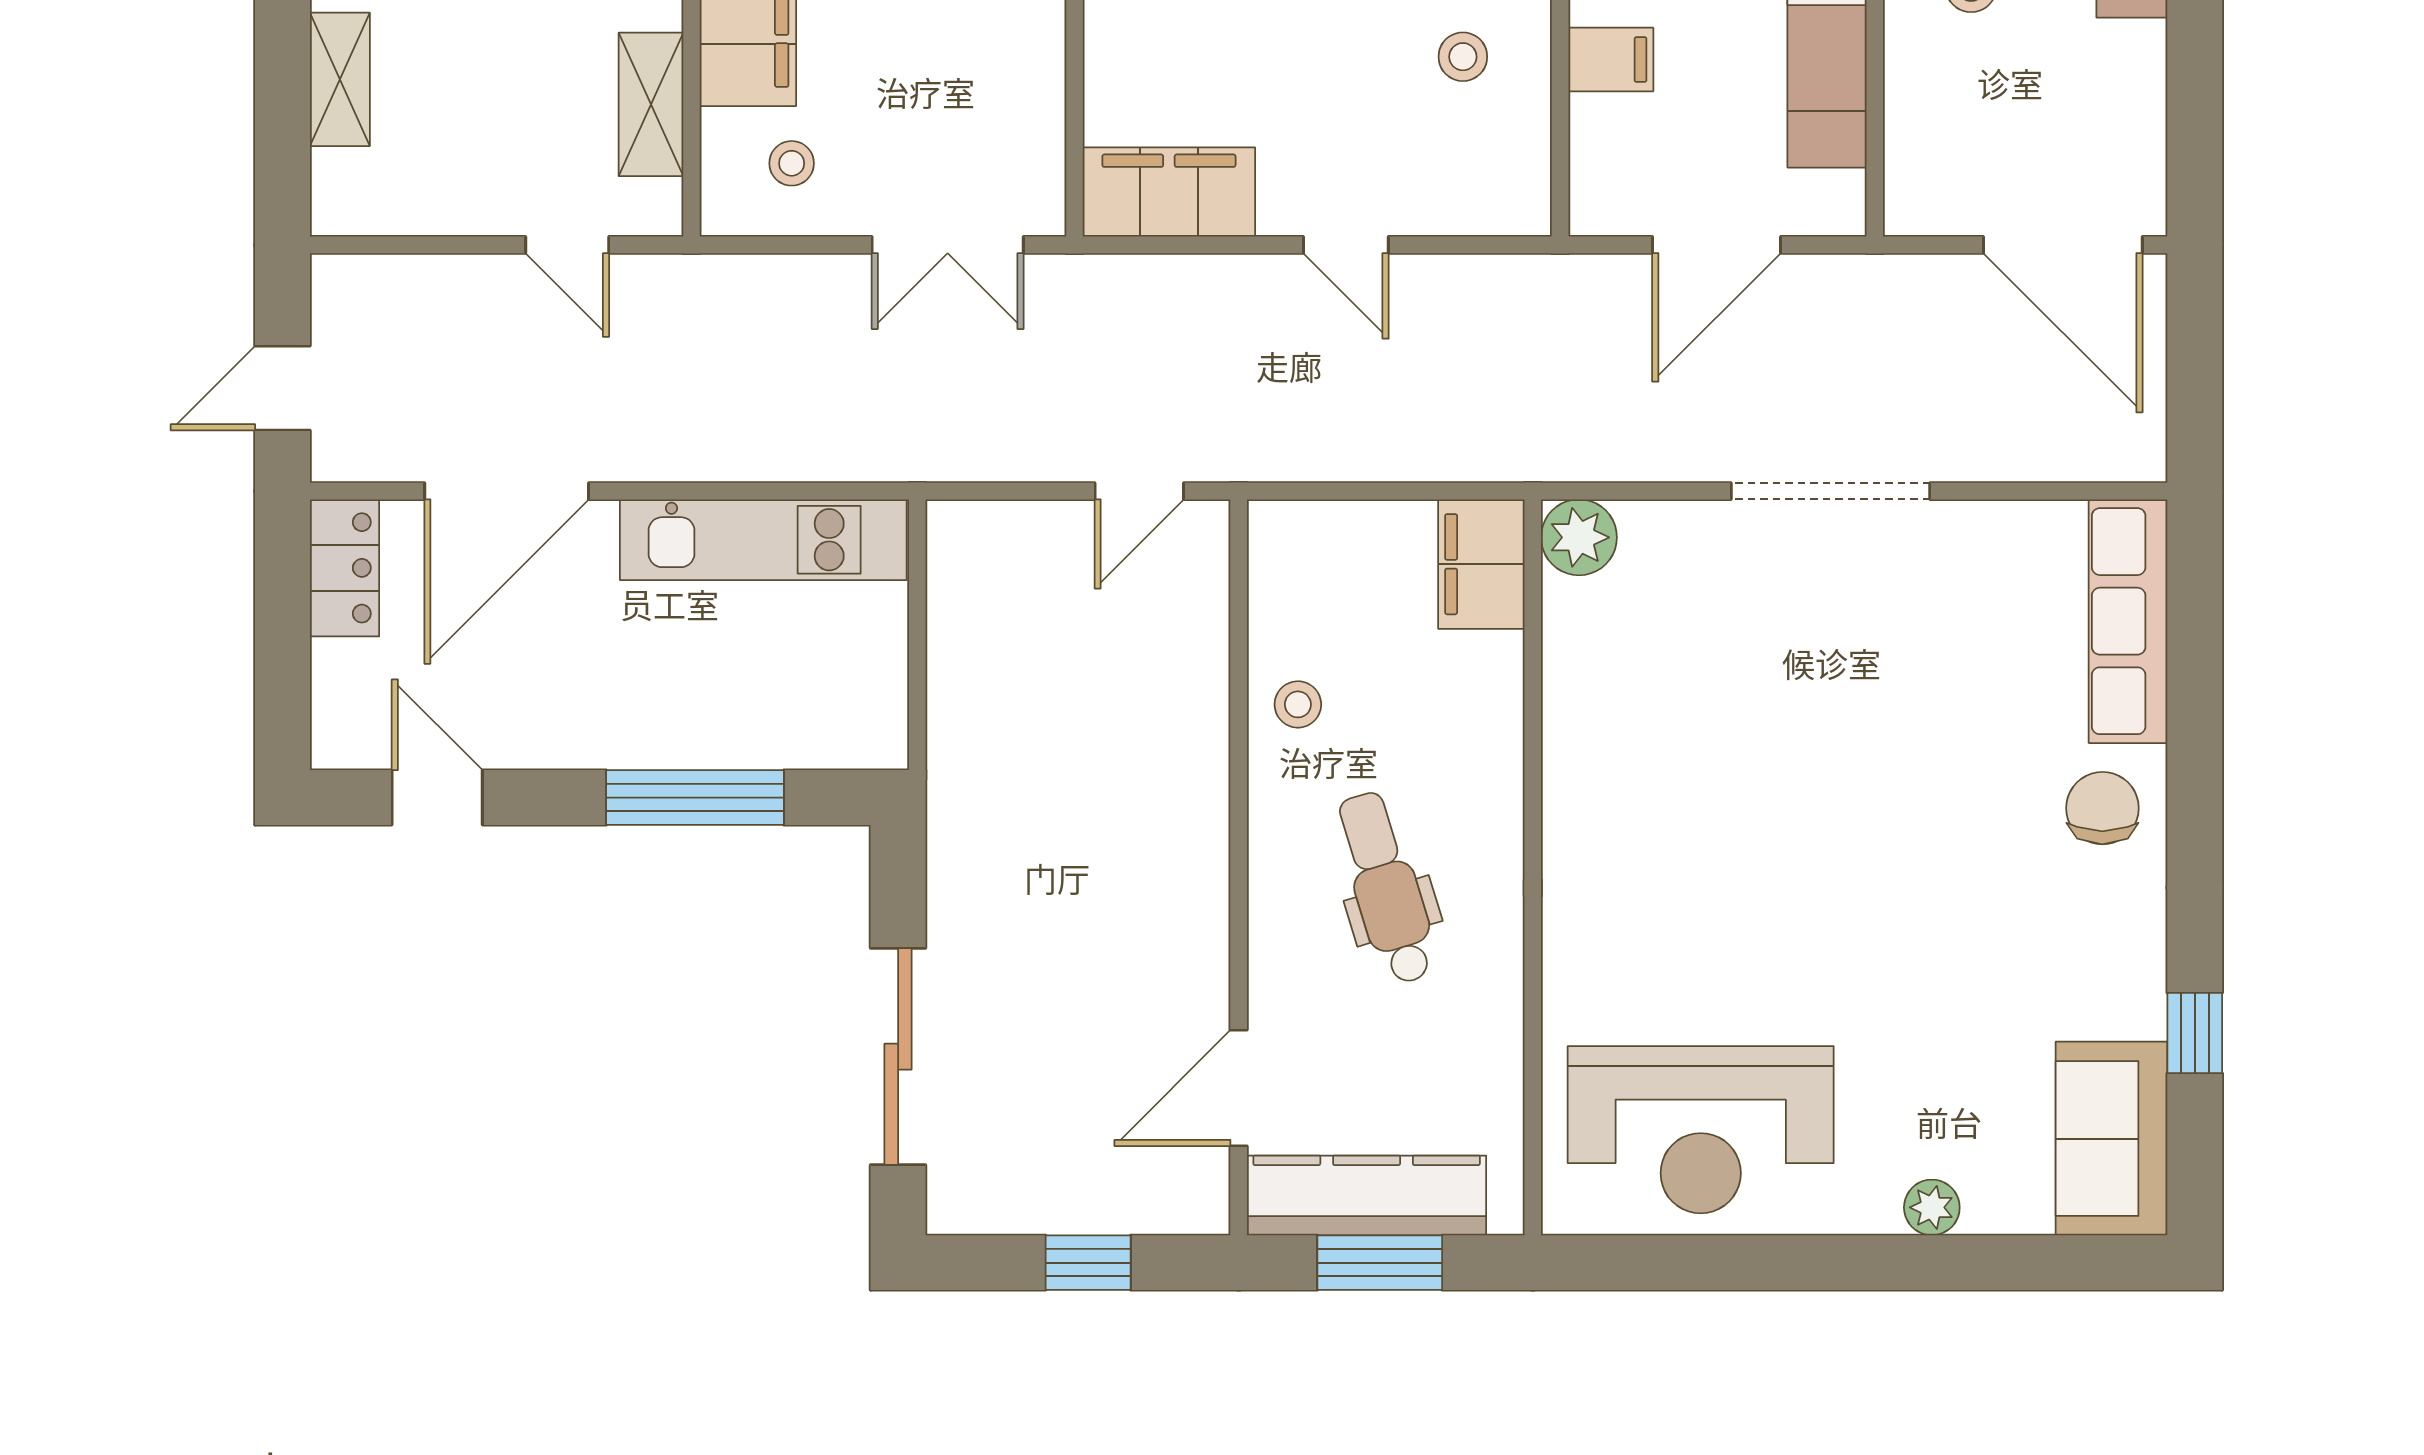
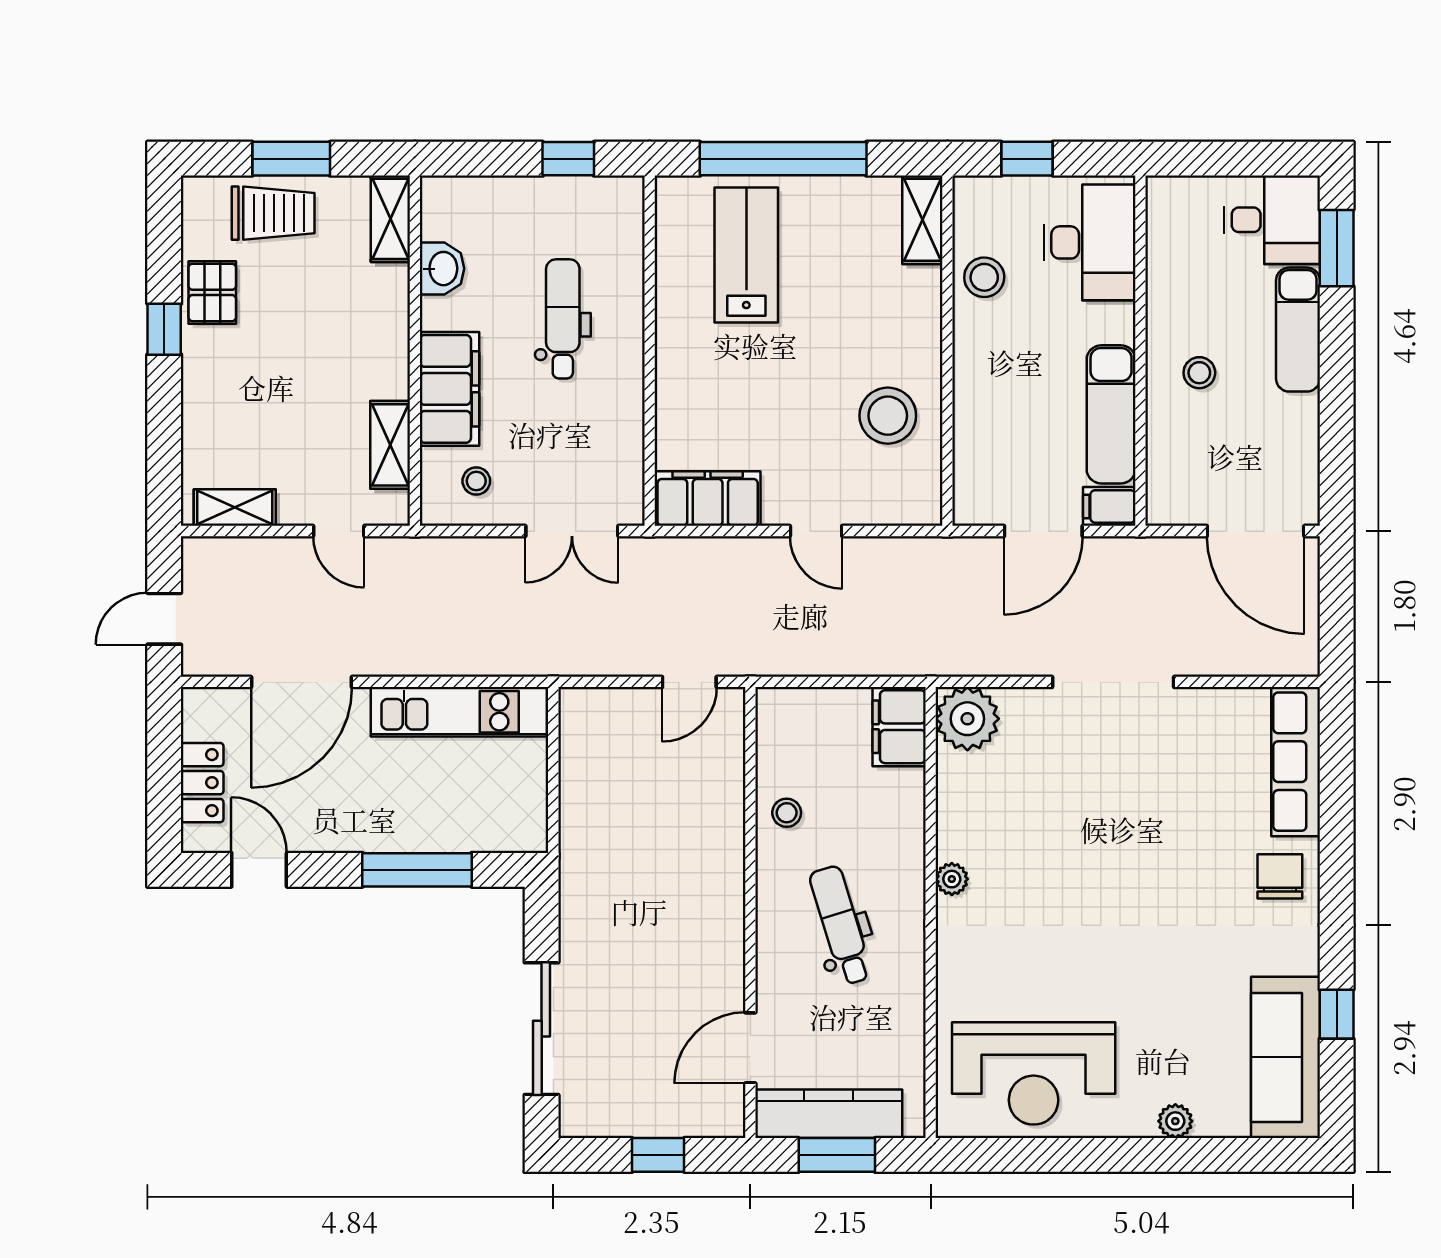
stool: (1463, 57) -> (888, 416), width x1.89, depth x1.89
filing cabinet: (1611, 60) -> (1109, 506), moved, turned 180
shelving: (340, 79) -> (235, 508), moved, turned 90
plant: (1579, 537) -> (967, 719), width x1.36, depth x1.36
locker: (344, 568) -> (202, 783), moved
plant: (1567, 813) -> (952, 879), added
sofa: (2112, 1139) -> (1285, 1057), width x1.36

